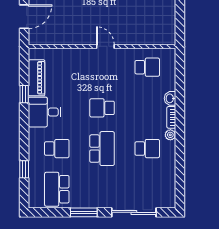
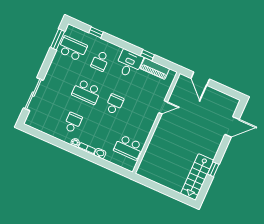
door: (105, 46) -> (163, 107), moved
school desk: (147, 67) -> (128, 147), width x1.85
school desk: (147, 149) -> (73, 123), turned 180
window: (84, 212) -> (58, 39), moved

